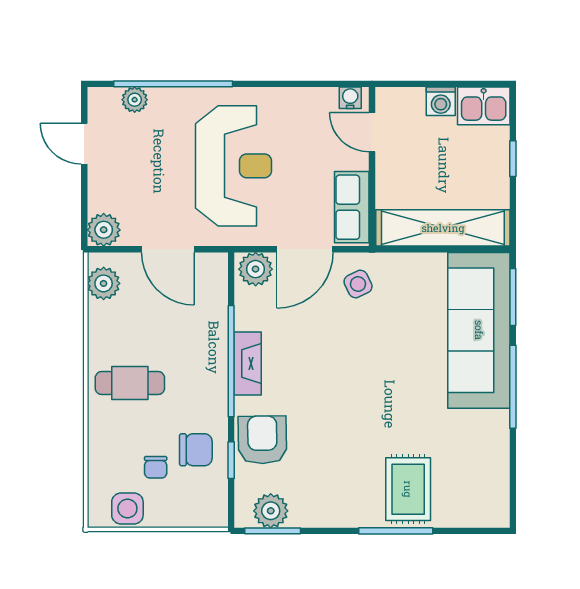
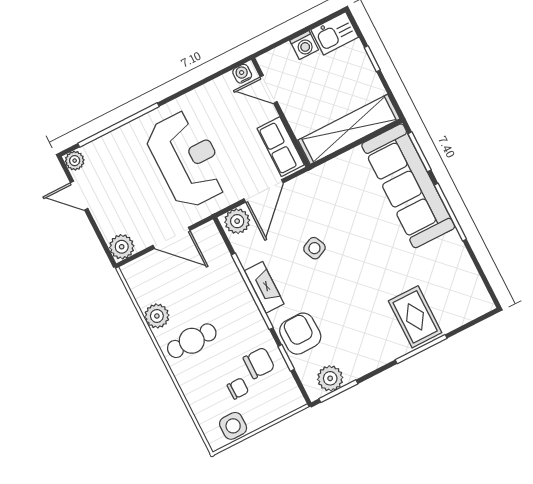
plant: (135, 100) -> (75, 161), moved
plant: (104, 283) -> (157, 316), moved
side table: (358, 284) -> (314, 248), moved
chair: (156, 467) -> (238, 389), turned -90

